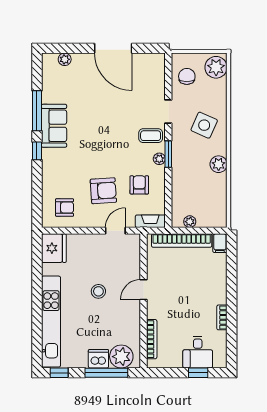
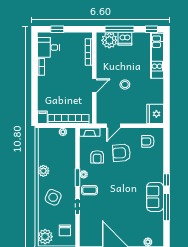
kitchen unit: (51, 322) -> (157, 56), width x0.73
desk: (198, 352) -> (48, 47), moved, turned -90

